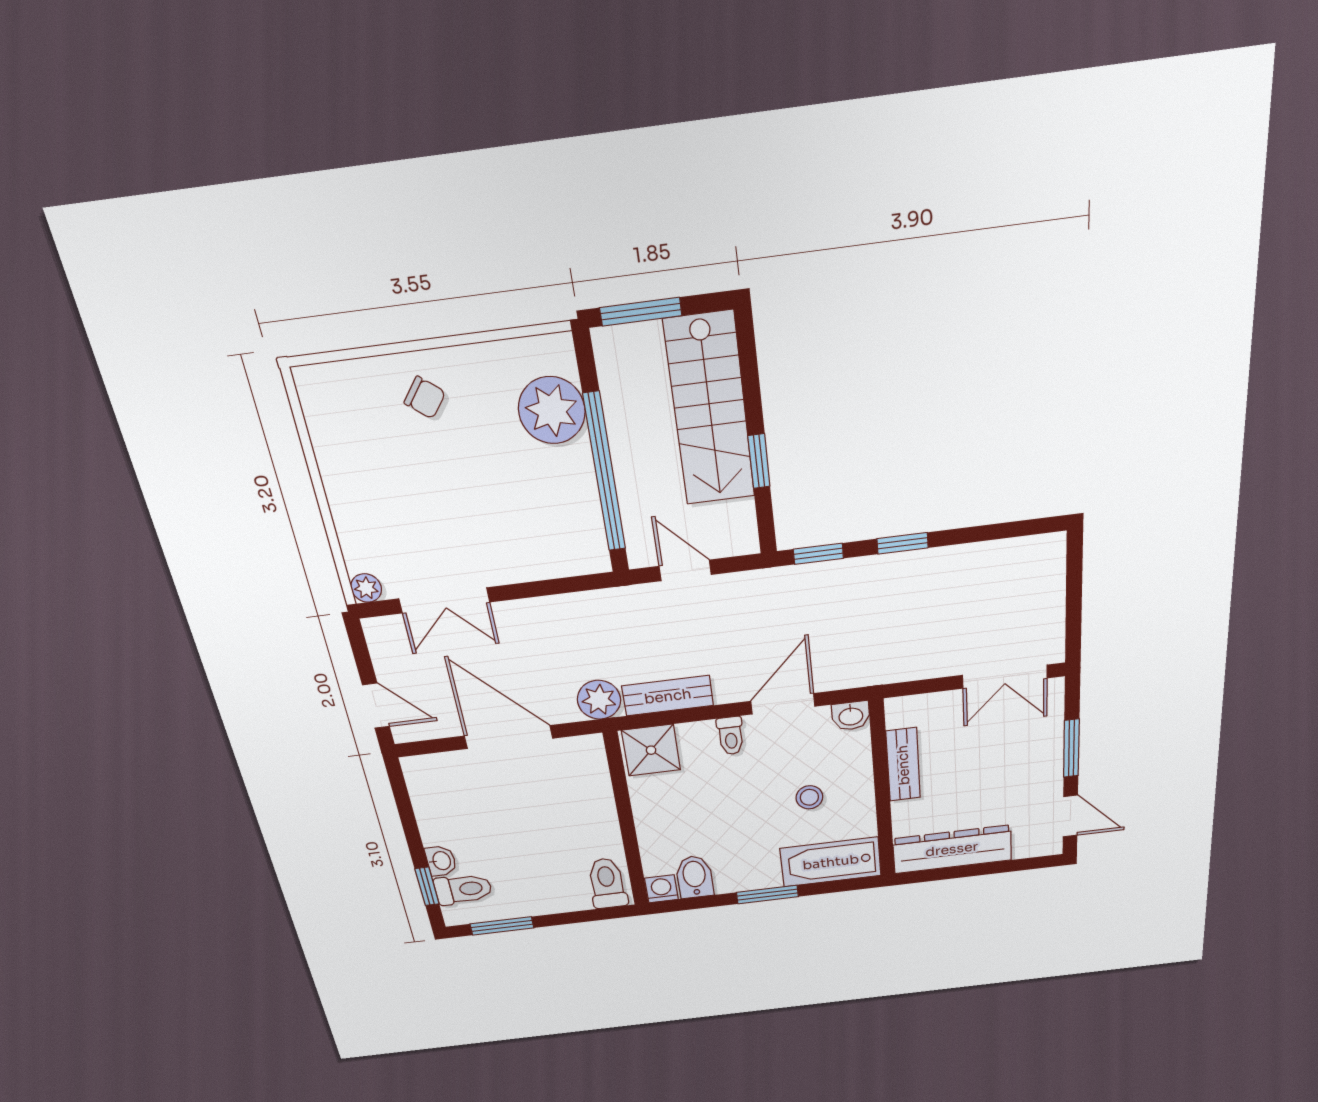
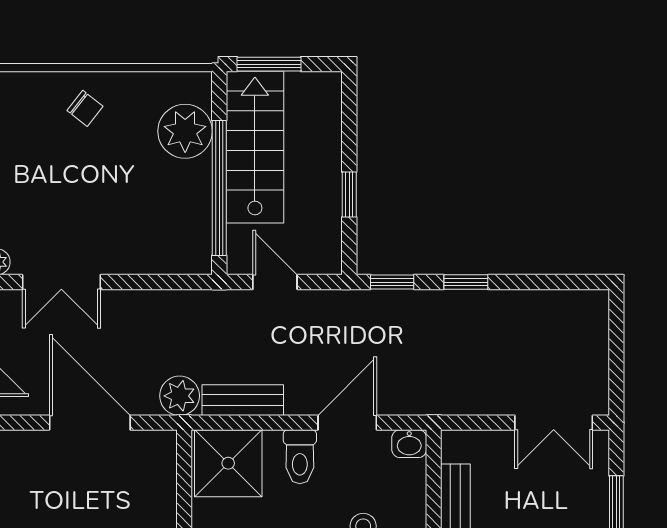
stairs: (710, 410) -> (255, 147), moved, turned 180
toilet: (731, 736) -> (300, 457), width x1.37, depth x1.39
shower: (651, 750) -> (228, 463), width x1.36, depth x1.36

